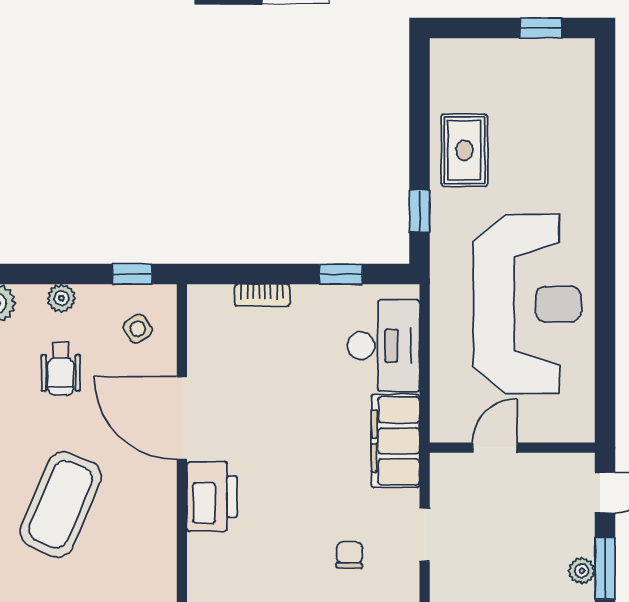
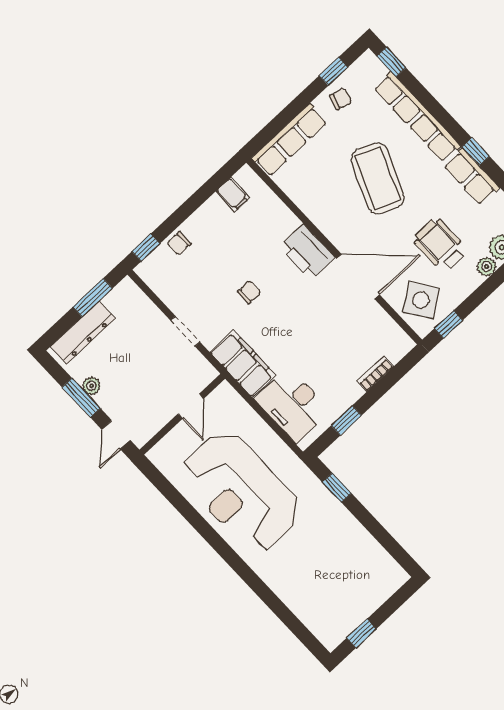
rug: (464, 150) -> (343, 538), removed
plant: (61, 298) -> (486, 266), moved
side table: (138, 329) -> (421, 300), width x1.87, depth x1.87
wheelchair: (61, 369) -> (440, 245), width x1.36, depth x1.37
chair: (349, 555) -> (249, 292), moved, turned -92

